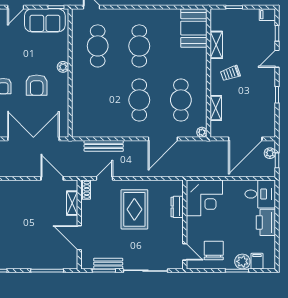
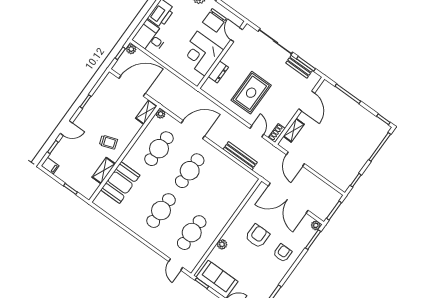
booth: (194, 28) -> (120, 183), moved
plant: (63, 67) -> (222, 244), moved
shelving: (216, 108) -> (146, 112), moved
plant: (270, 153) -> (131, 49), moved
door: (104, 178) -> (257, 131), swing flipped
corner desk: (204, 198) -> (201, 54), moved, turned -90

